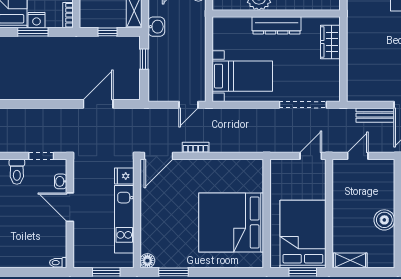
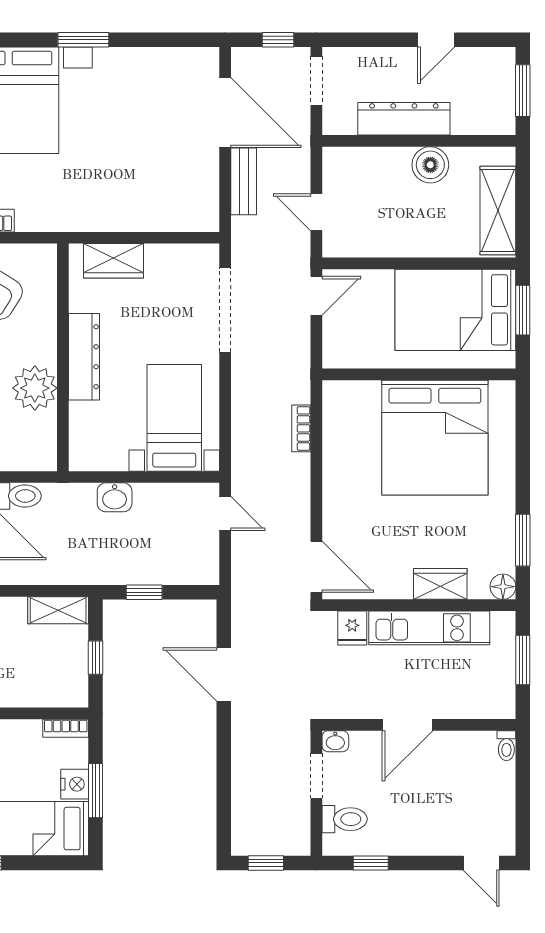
washbasin: (156, 27) -> (115, 497), moved, turned 180
bookcase: (196, 147) -> (301, 428), moved
door: (311, 156) -> (316, 296), swing flipped
washbasin: (61, 181) -> (335, 741), moved
wardrobe: (149, 225) -> (440, 584), added
shelving: (350, 260) -> (498, 210), width x1.50, depth x1.33

